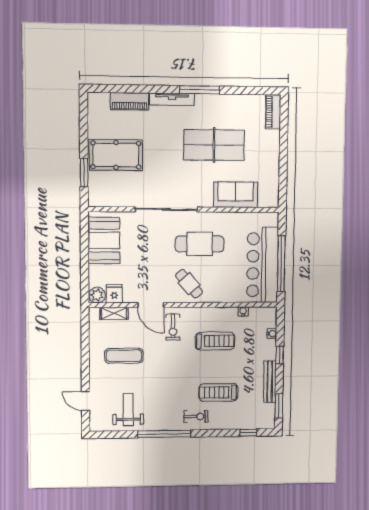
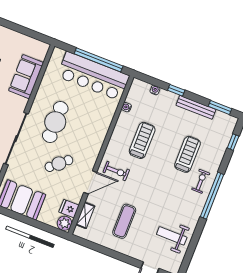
cafe table: (189, 284) -> (59, 164), moved
treadmill: (218, 392) -> (187, 154), turned 180
window: (164, 434) -> (212, 196), moved

